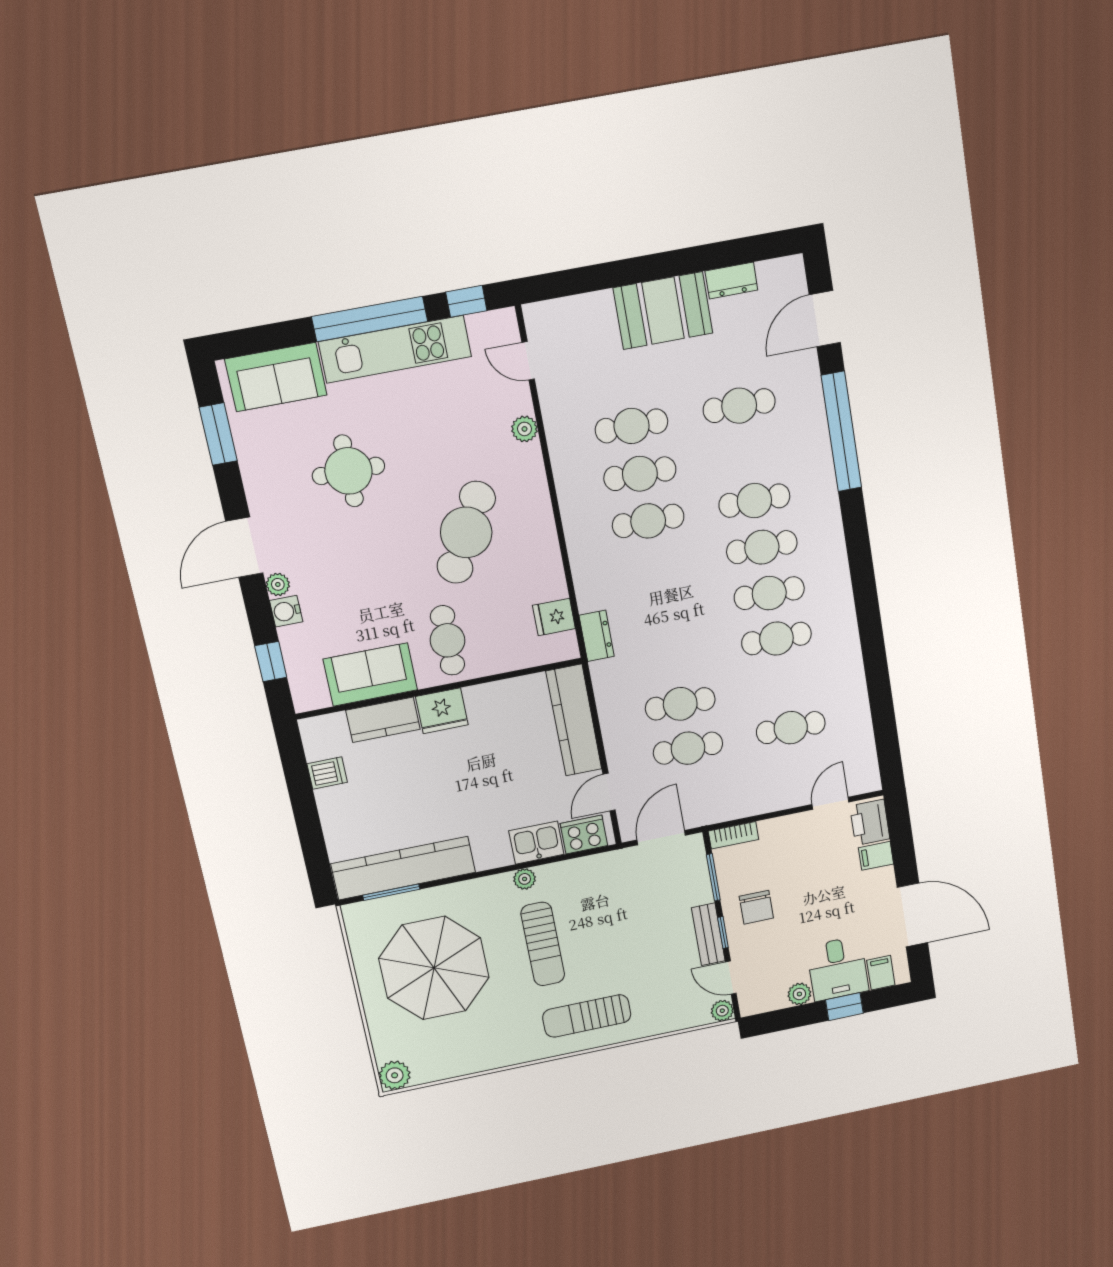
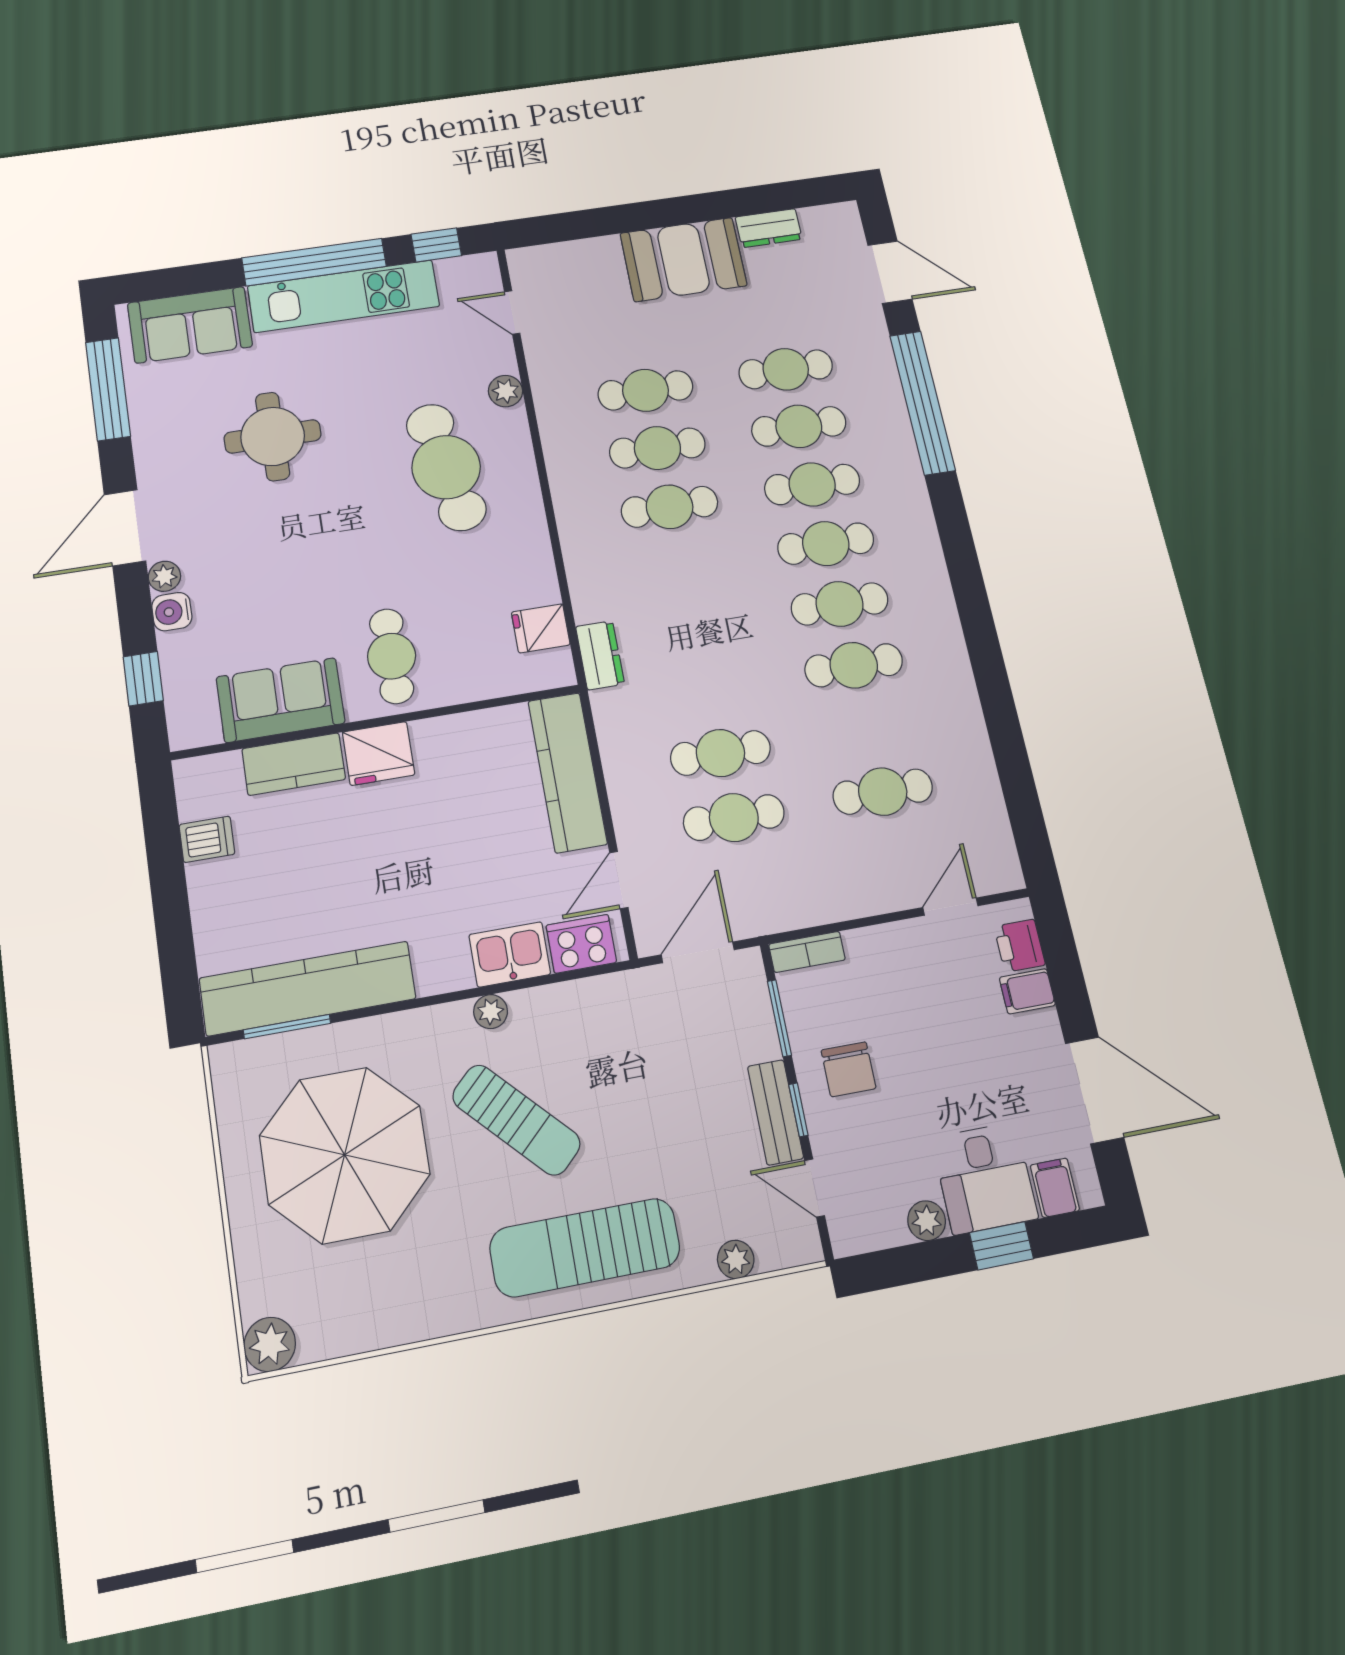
door: (825, 319) -> (890, 272), swing flipped
window: (218, 434) -> (108, 389), width x1.44
cafe table: (747, 453) -> (799, 426), added
cafe table: (466, 532) -> (446, 467), moved, turned -39
printer: (870, 822) -> (1020, 946), width x0.73, depth x0.81
sun lounger: (543, 944) -> (516, 1120), turned -44
plant: (722, 1011) -> (736, 1259), moved
sun lounger: (587, 1016) -> (585, 1248), width x1.36, depth x1.34

